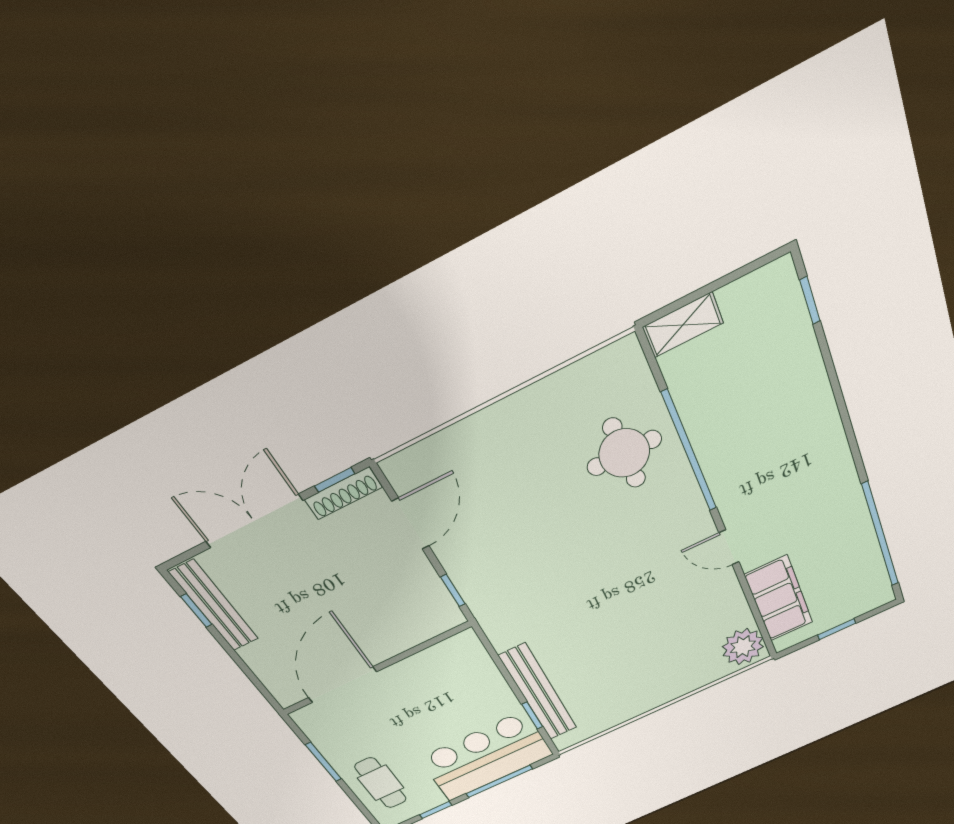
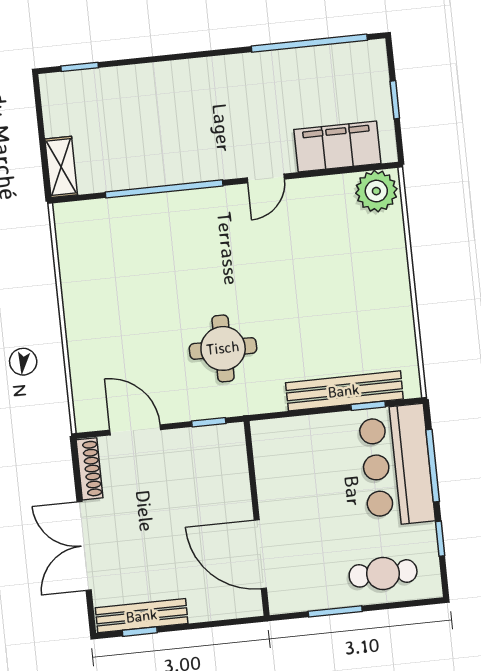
round table: (624, 453) -> (223, 348), moved
window: (335, 480) -> (76, 470), removed

